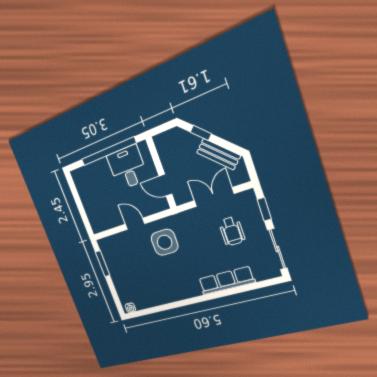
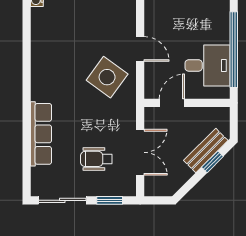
bench: (218, 154) -> (206, 150), moved
door: (135, 224) -> (140, 49), hinge flipped
side table: (165, 242) -> (107, 77), turned 36

